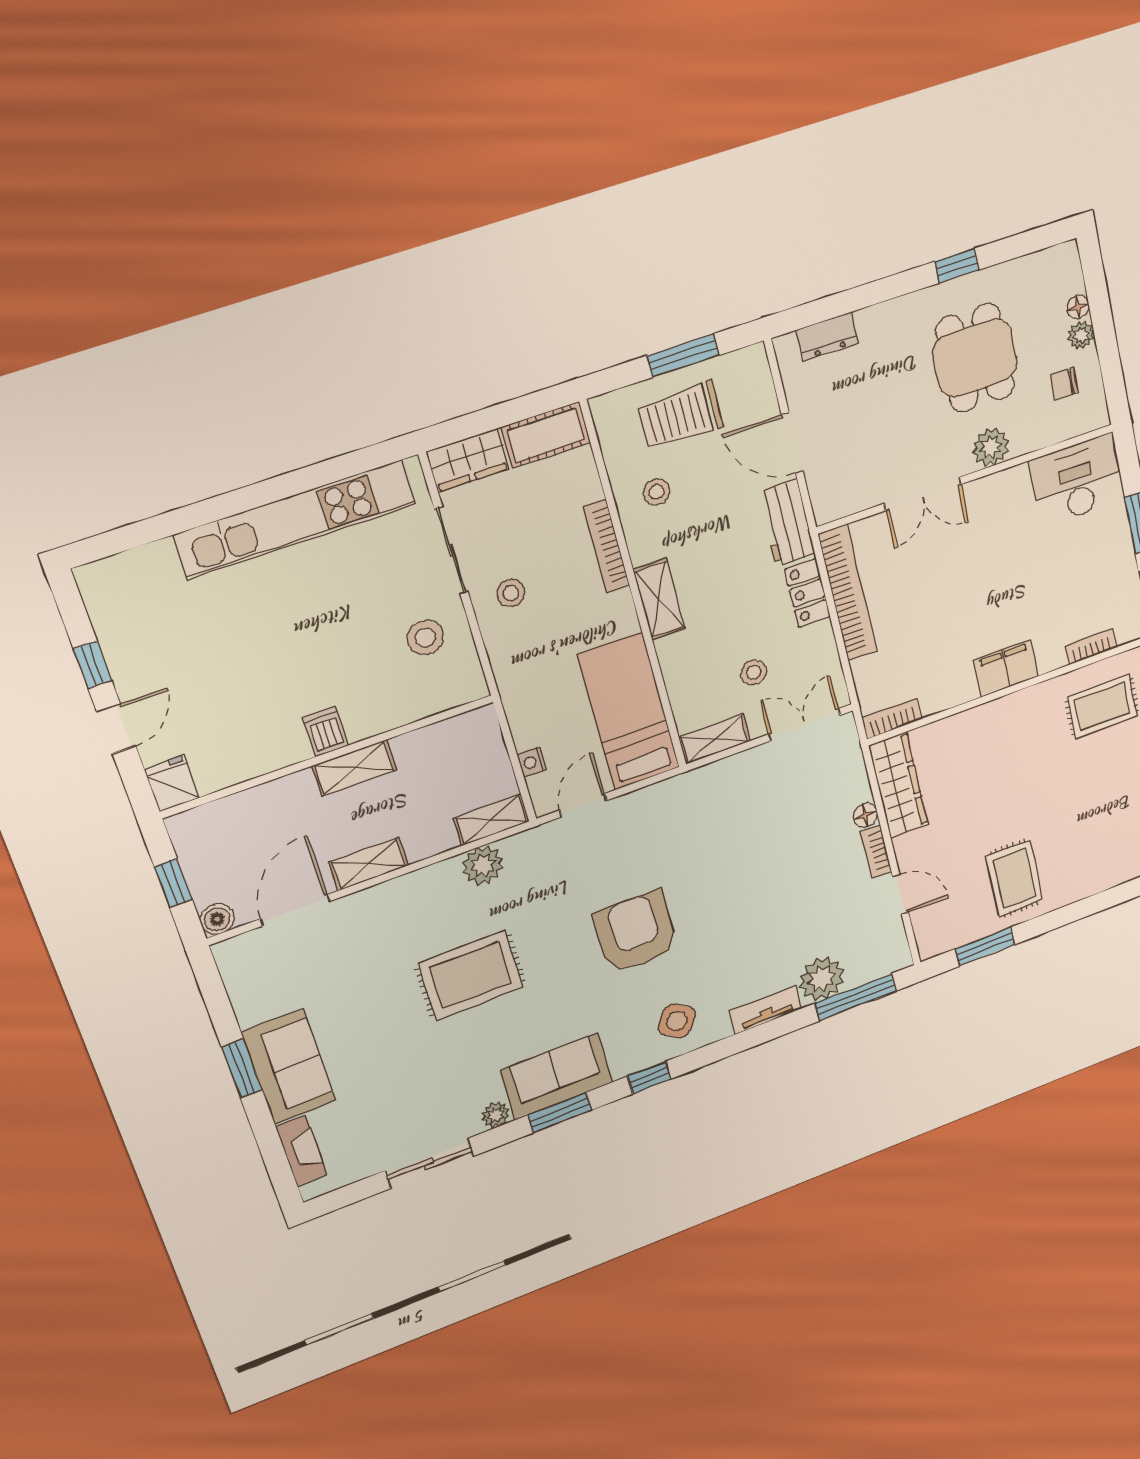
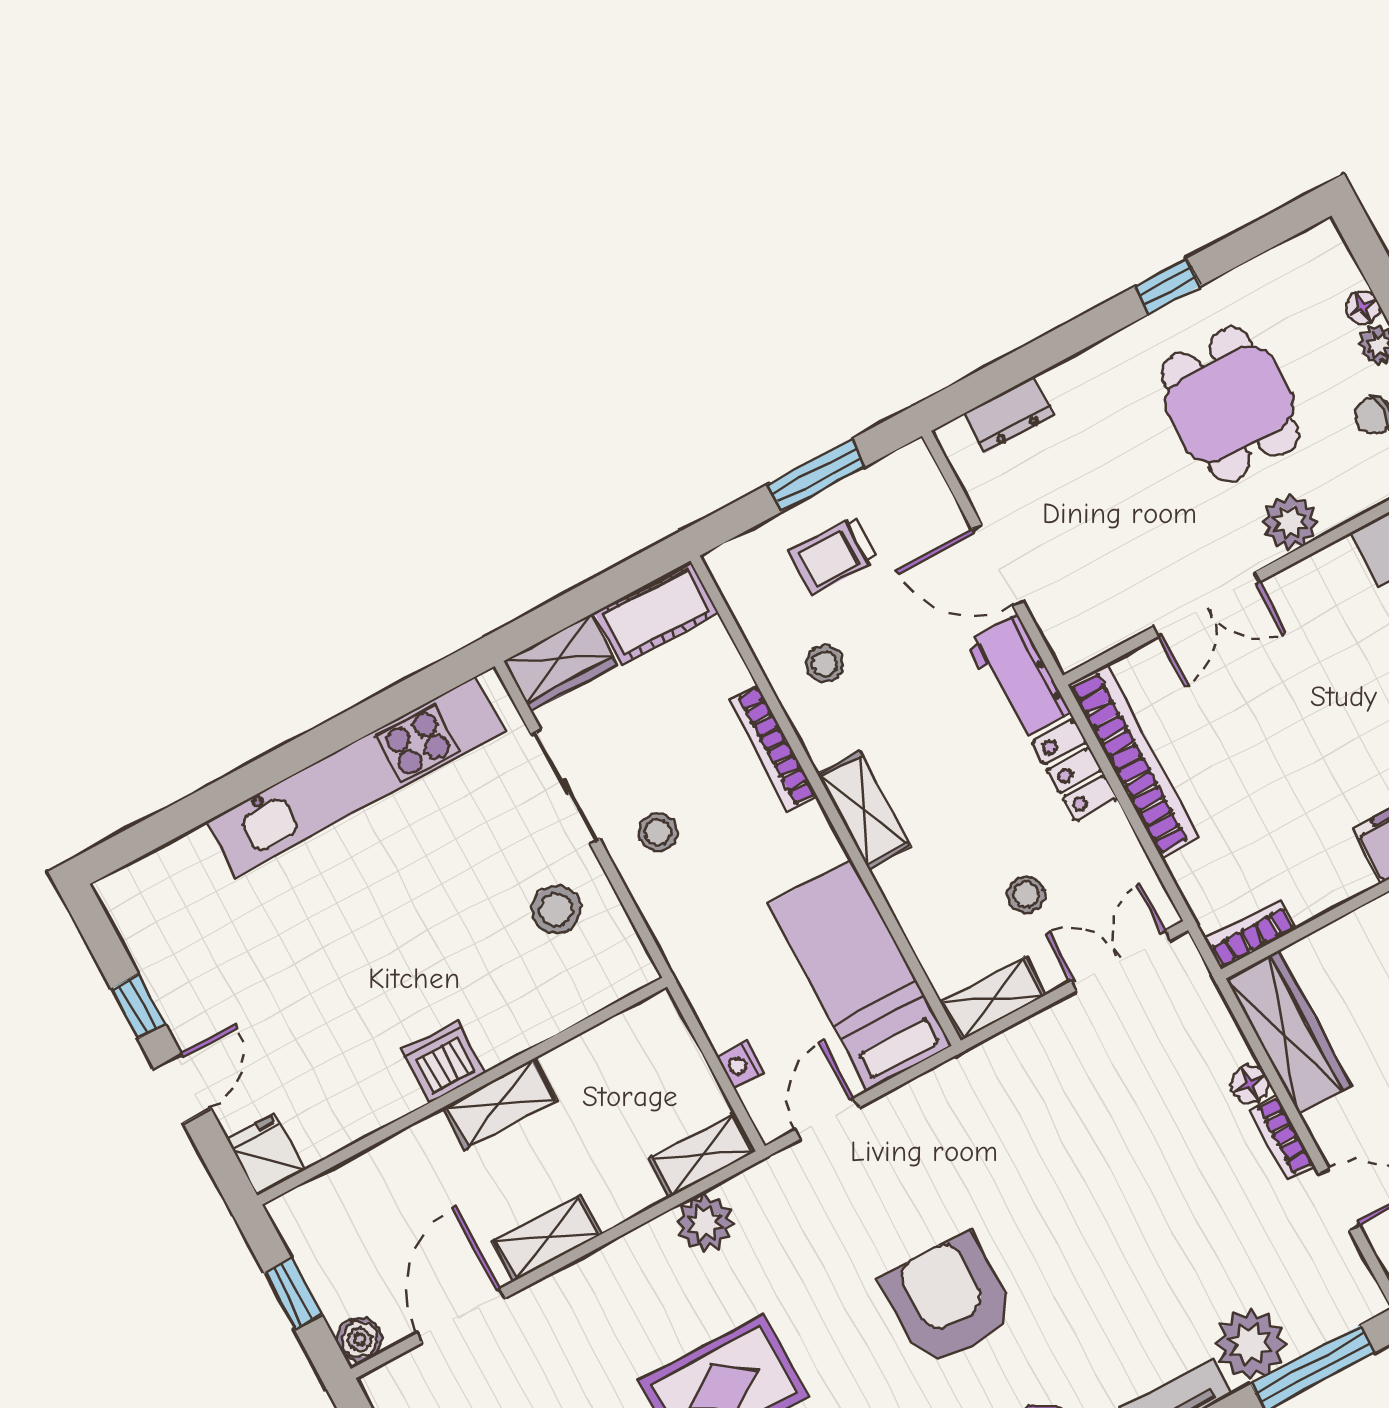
trolley: (681, 416) -> (833, 556), width x0.73, depth x0.72
dishwasher: (326, 732) -> (443, 1062), width x1.38

